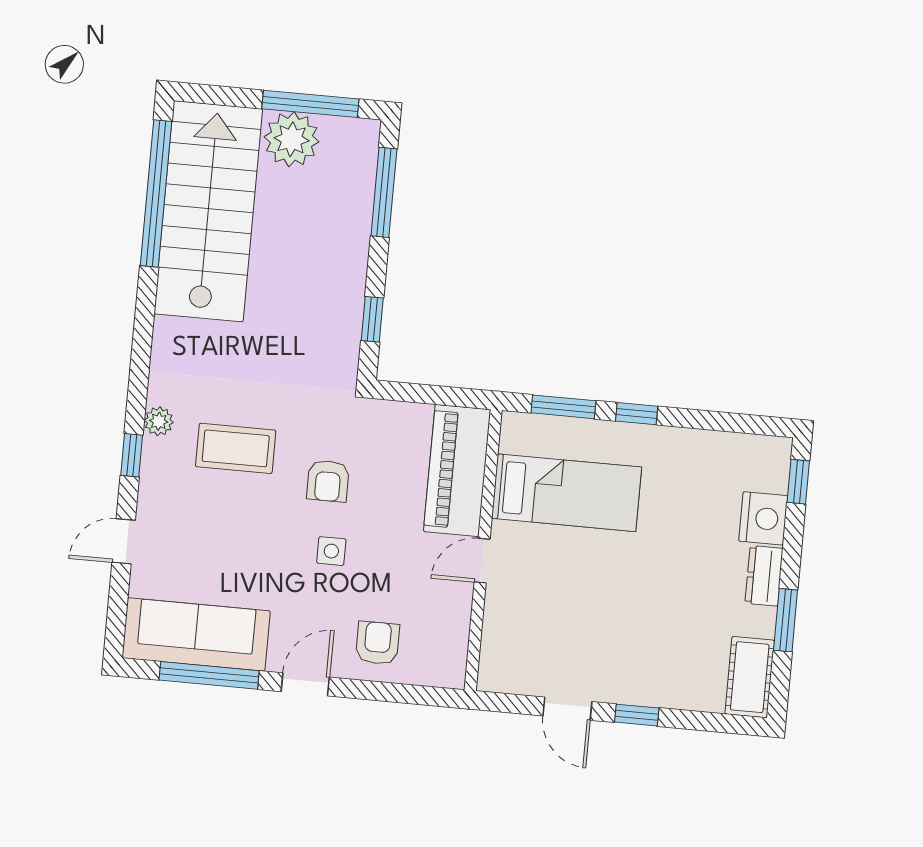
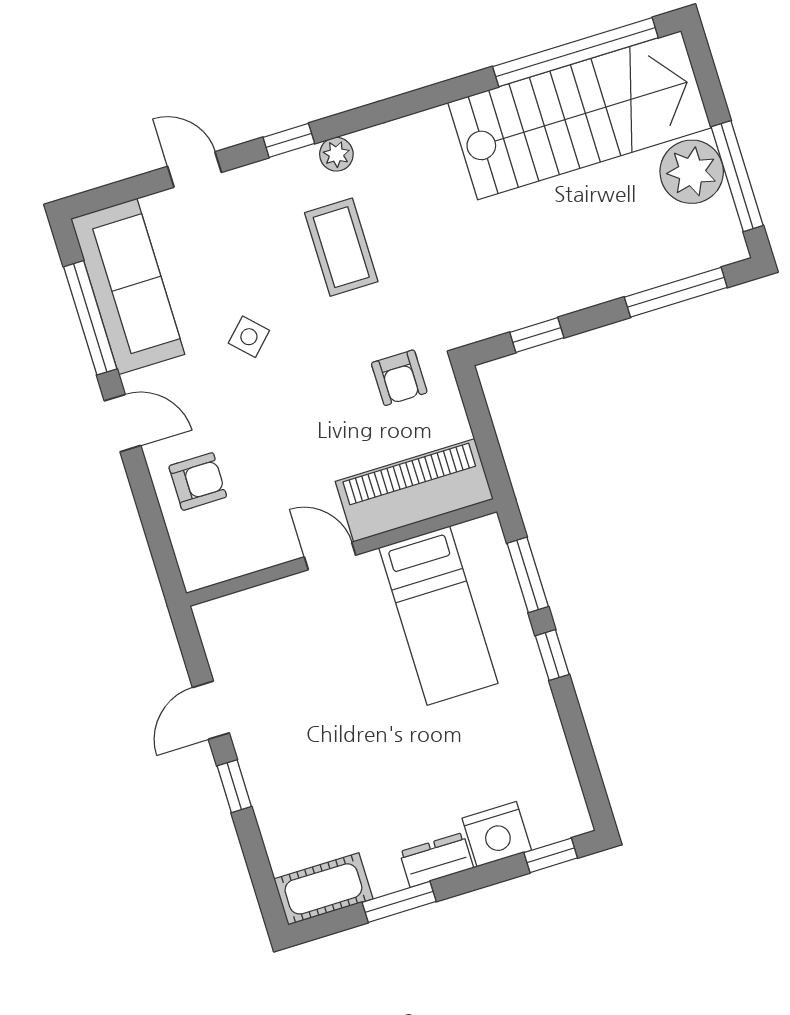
armchair: (328, 481) -> (399, 378), moved, turned -90
side table: (331, 551) -> (249, 337), moved, turned 45

